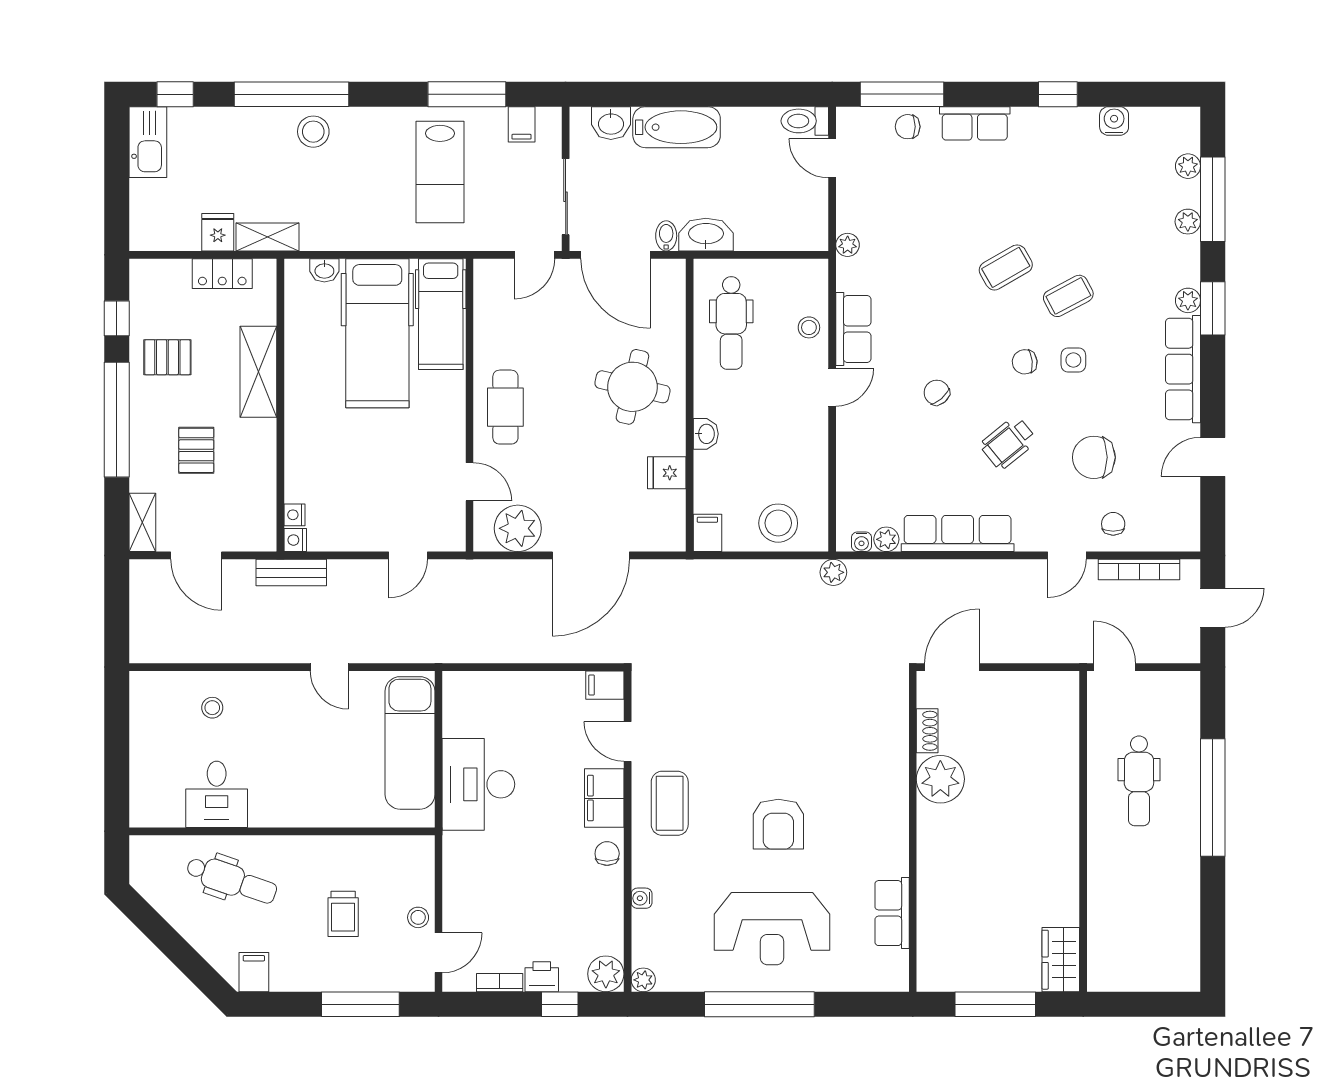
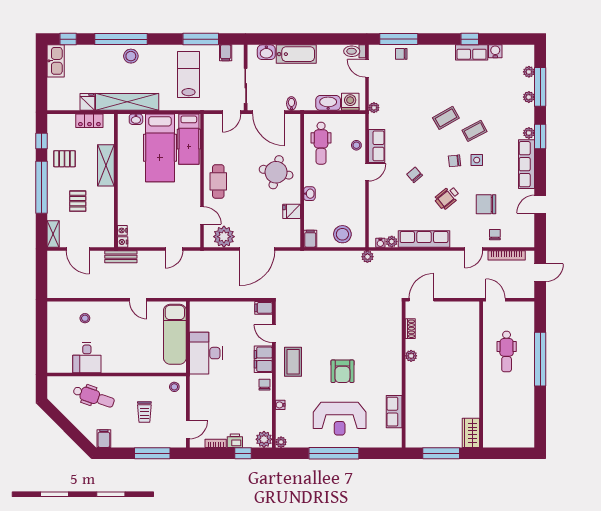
row of seats: (975, 123) -> (472, 52), moved
lab bench: (440, 172) -> (189, 75), turned 180
washing machine: (795, 232) -> (350, 102), added
washbasin: (706, 235) -> (328, 103), moved
shelving: (267, 237) -> (127, 102), width x2.20, depth x1.33
plant: (940, 779) -> (411, 356), width x0.53, depth x0.53
stool: (418, 917) -> (174, 387), moved

